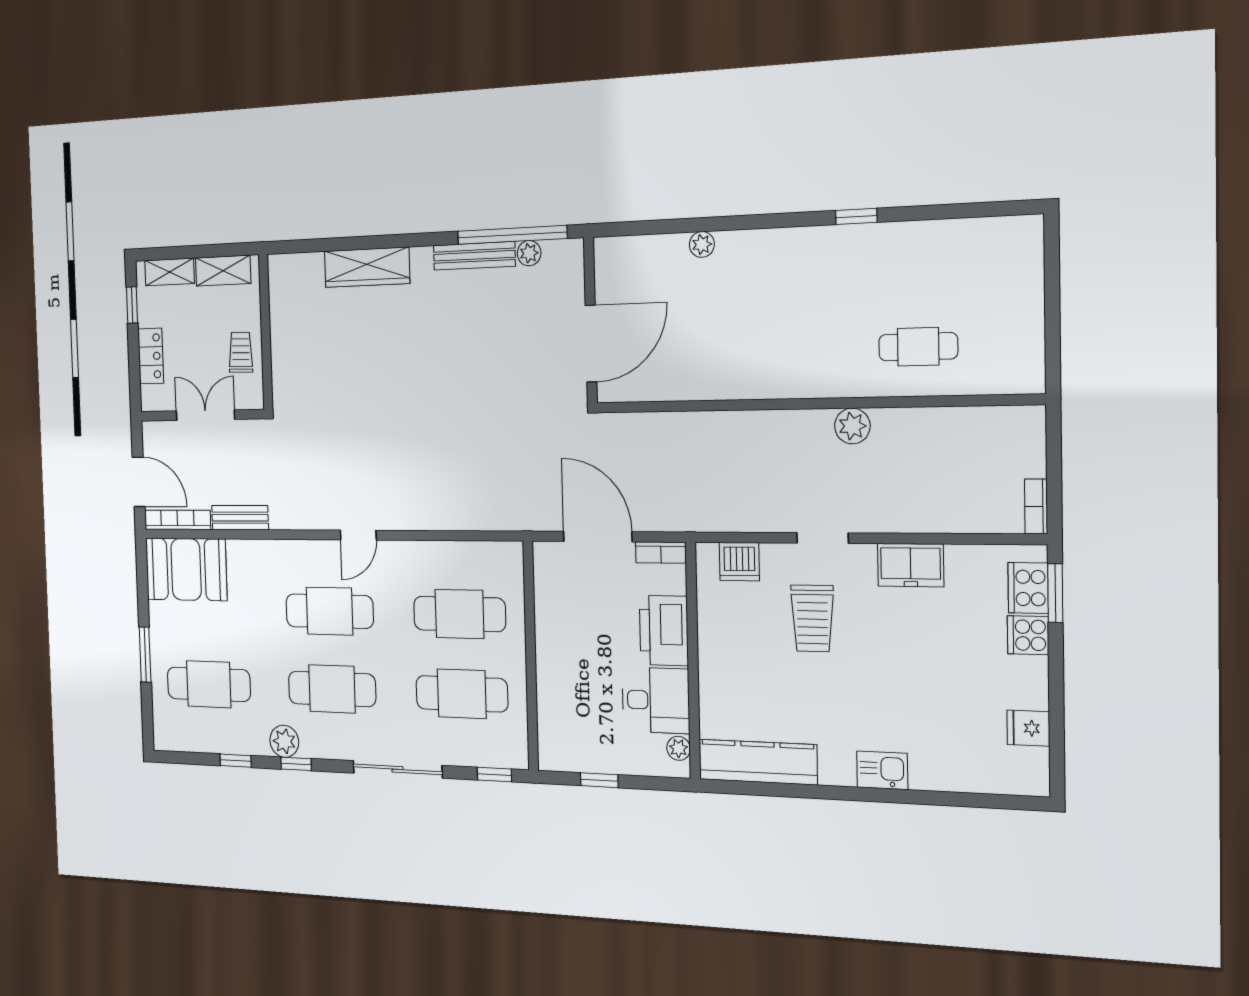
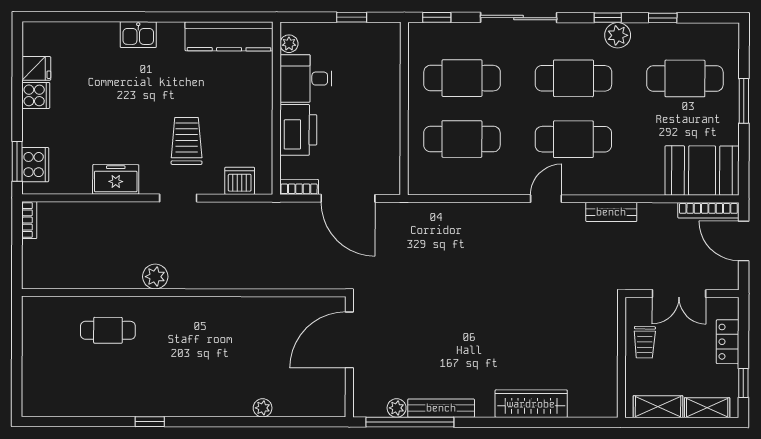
bench: (240, 518) -> (611, 212), moved
cooker: (1028, 635) -> (36, 95), moved

